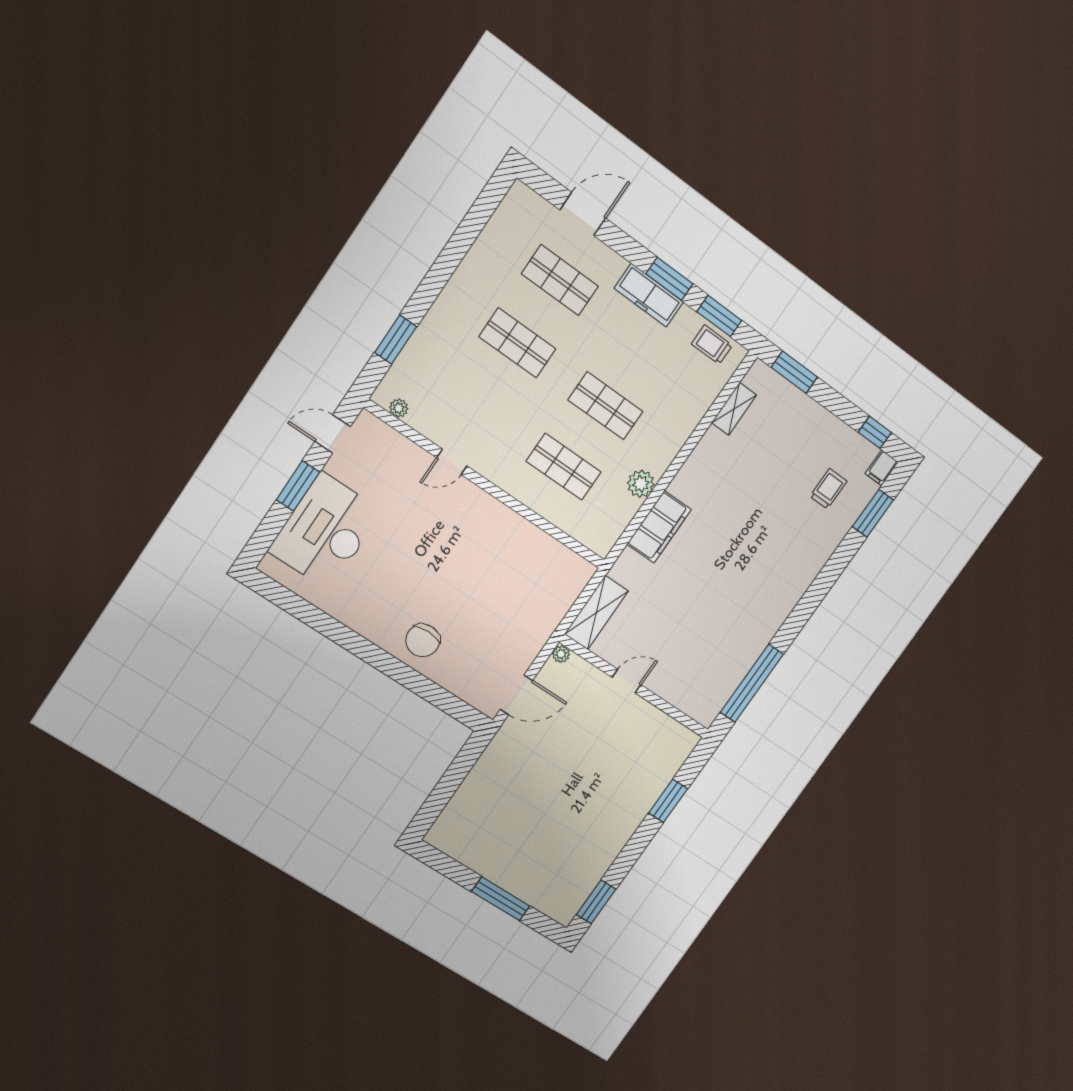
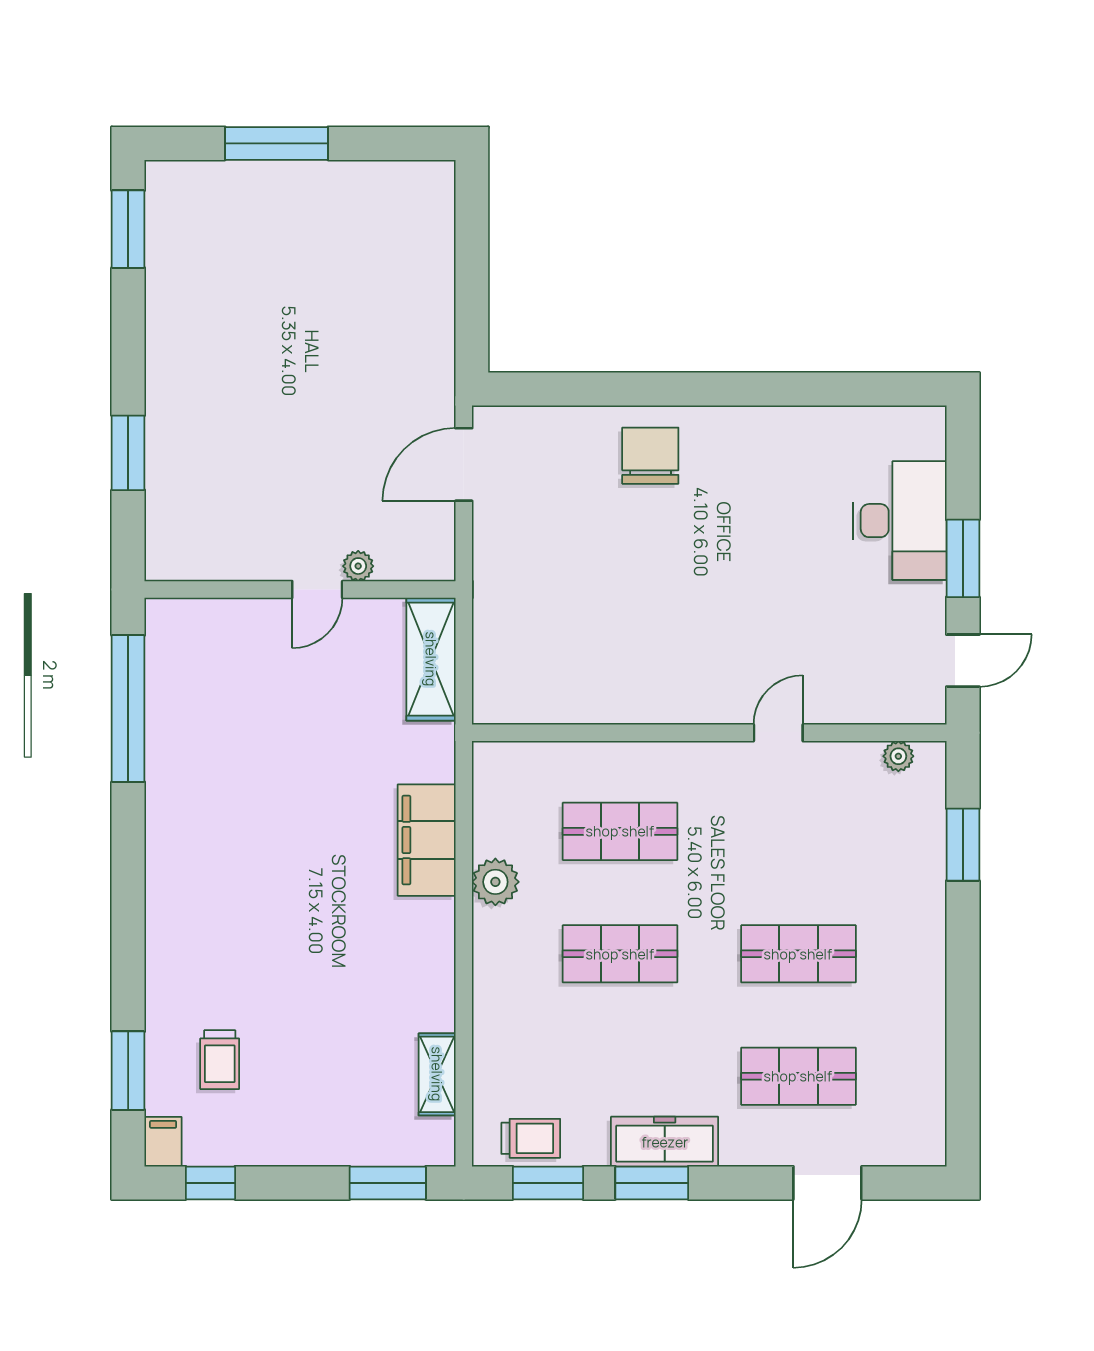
desk: (325, 531) -> (900, 521), width x0.73, depth x0.77
plant: (561, 654) -> (358, 566), moved

